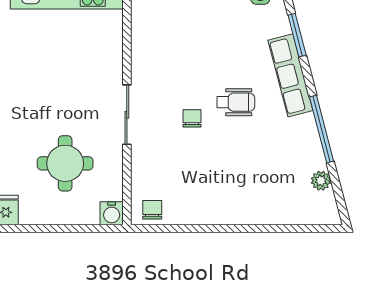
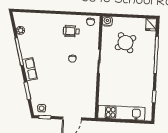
row of seats: (290, 75) -> (30, 69), width x0.68
wheelchair: (236, 102) -> (71, 31), moved
round table: (65, 163) -> (126, 43), turned -34

